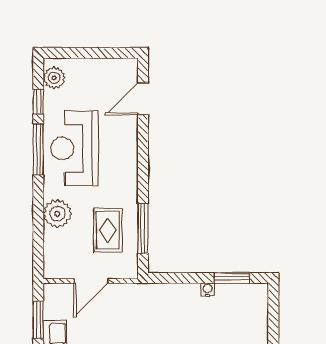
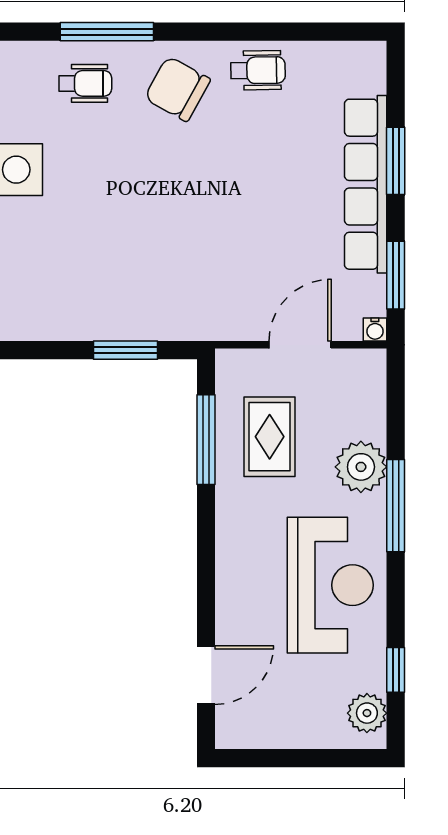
window: (38, 149) -> (396, 506), moved
window: (232, 278) -> (126, 350), moved
water cooler: (208, 289) -> (375, 329), moved

